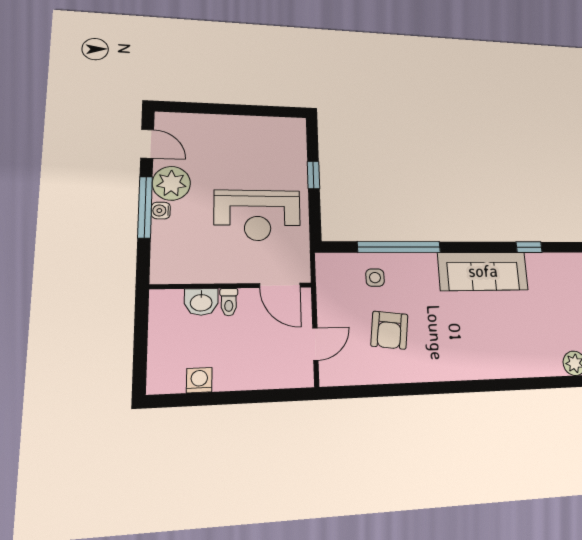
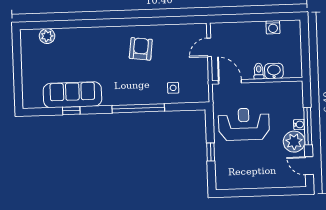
window: (399, 247) -> (138, 108), moved
sofa: (483, 271) -> (72, 95), moved
armchair: (389, 330) -> (141, 49), moved

